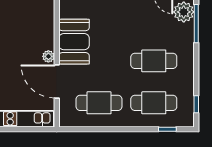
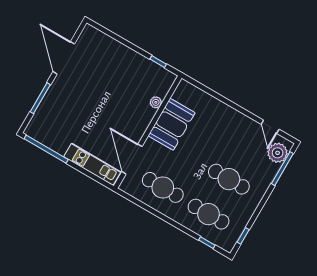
plant: (48, 56) -> (156, 102), moved
door: (57, 81) -> (132, 159), moved

